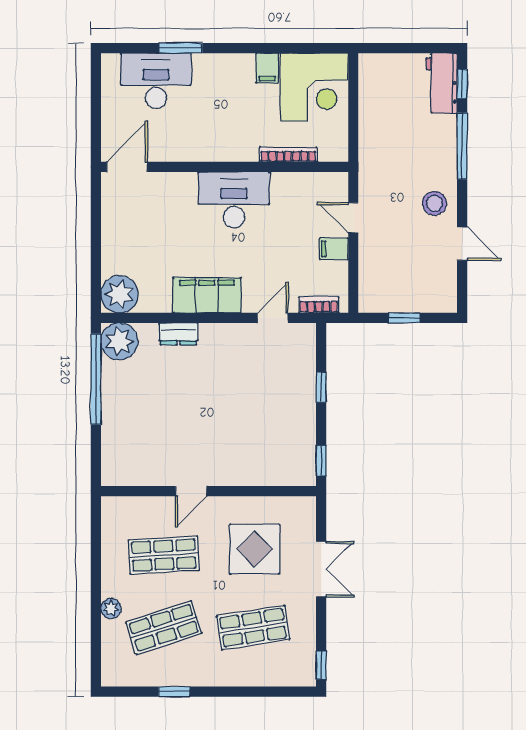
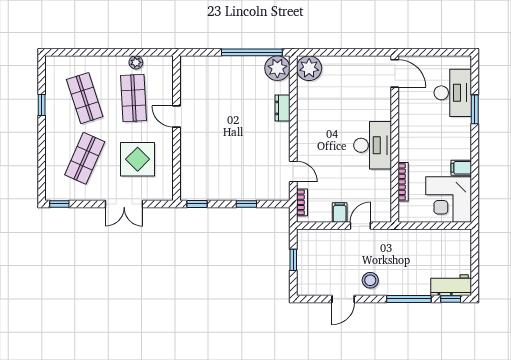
filing cabinet: (207, 295) -> (308, 127), removed
plant: (111, 608) -> (136, 62), moved
shop shelf: (253, 628) -> (85, 158), turned 33

